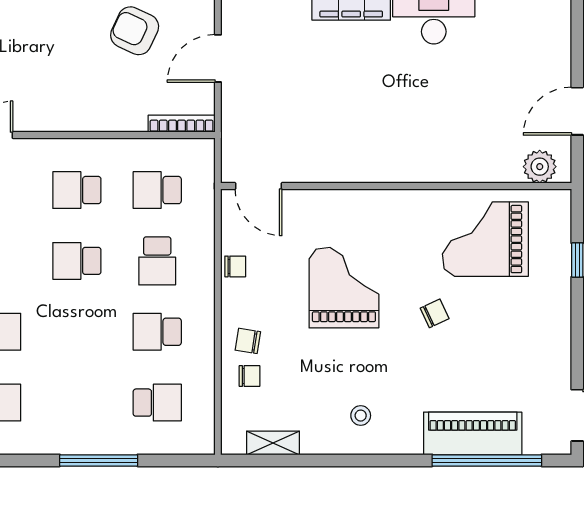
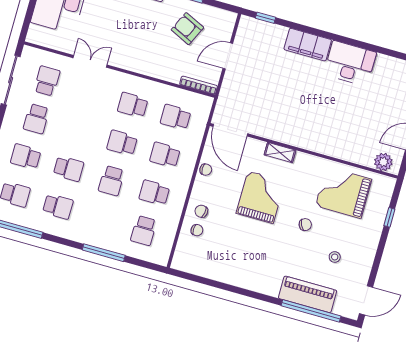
door: (258, 186) -> (230, 130), width x1.36
school desk: (157, 261) -> (165, 155), turned 90
school desk: (77, 332) -> (111, 181), added
school desk: (157, 403) -> (144, 231), turned 90
stool: (361, 416) -> (335, 257), moved
shelving: (273, 443) -> (280, 153), moved

